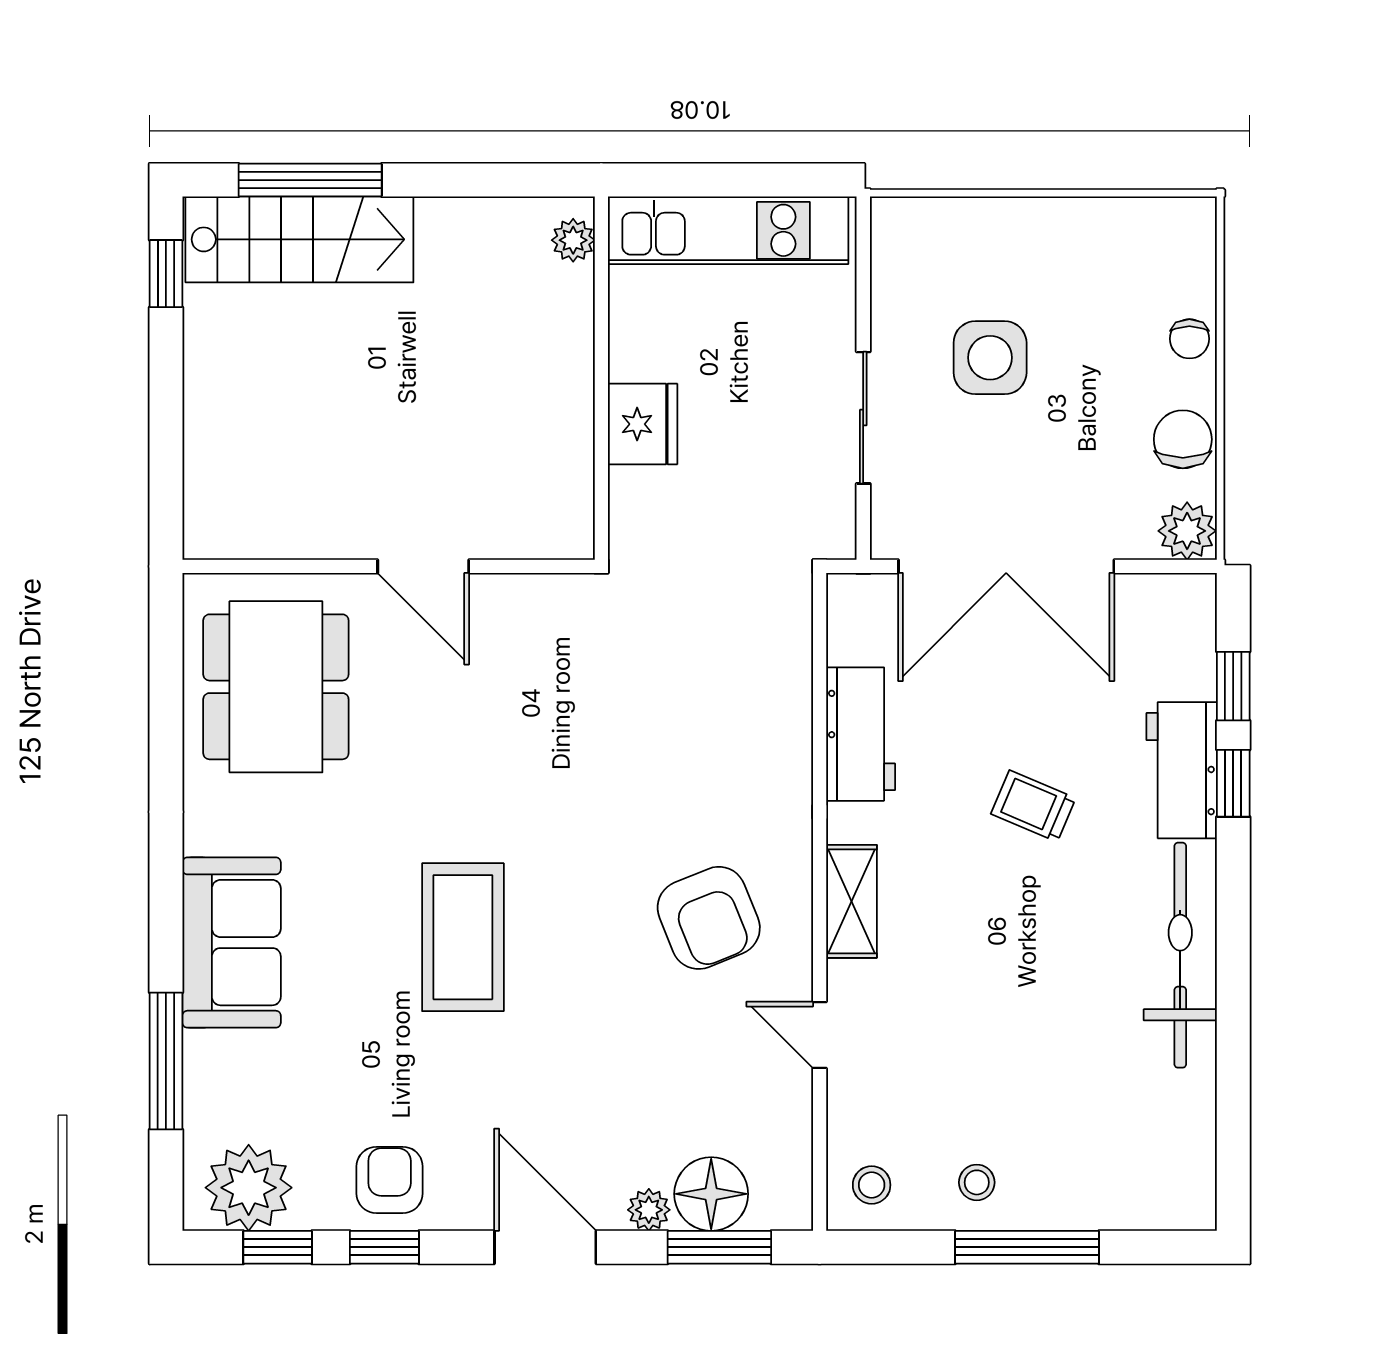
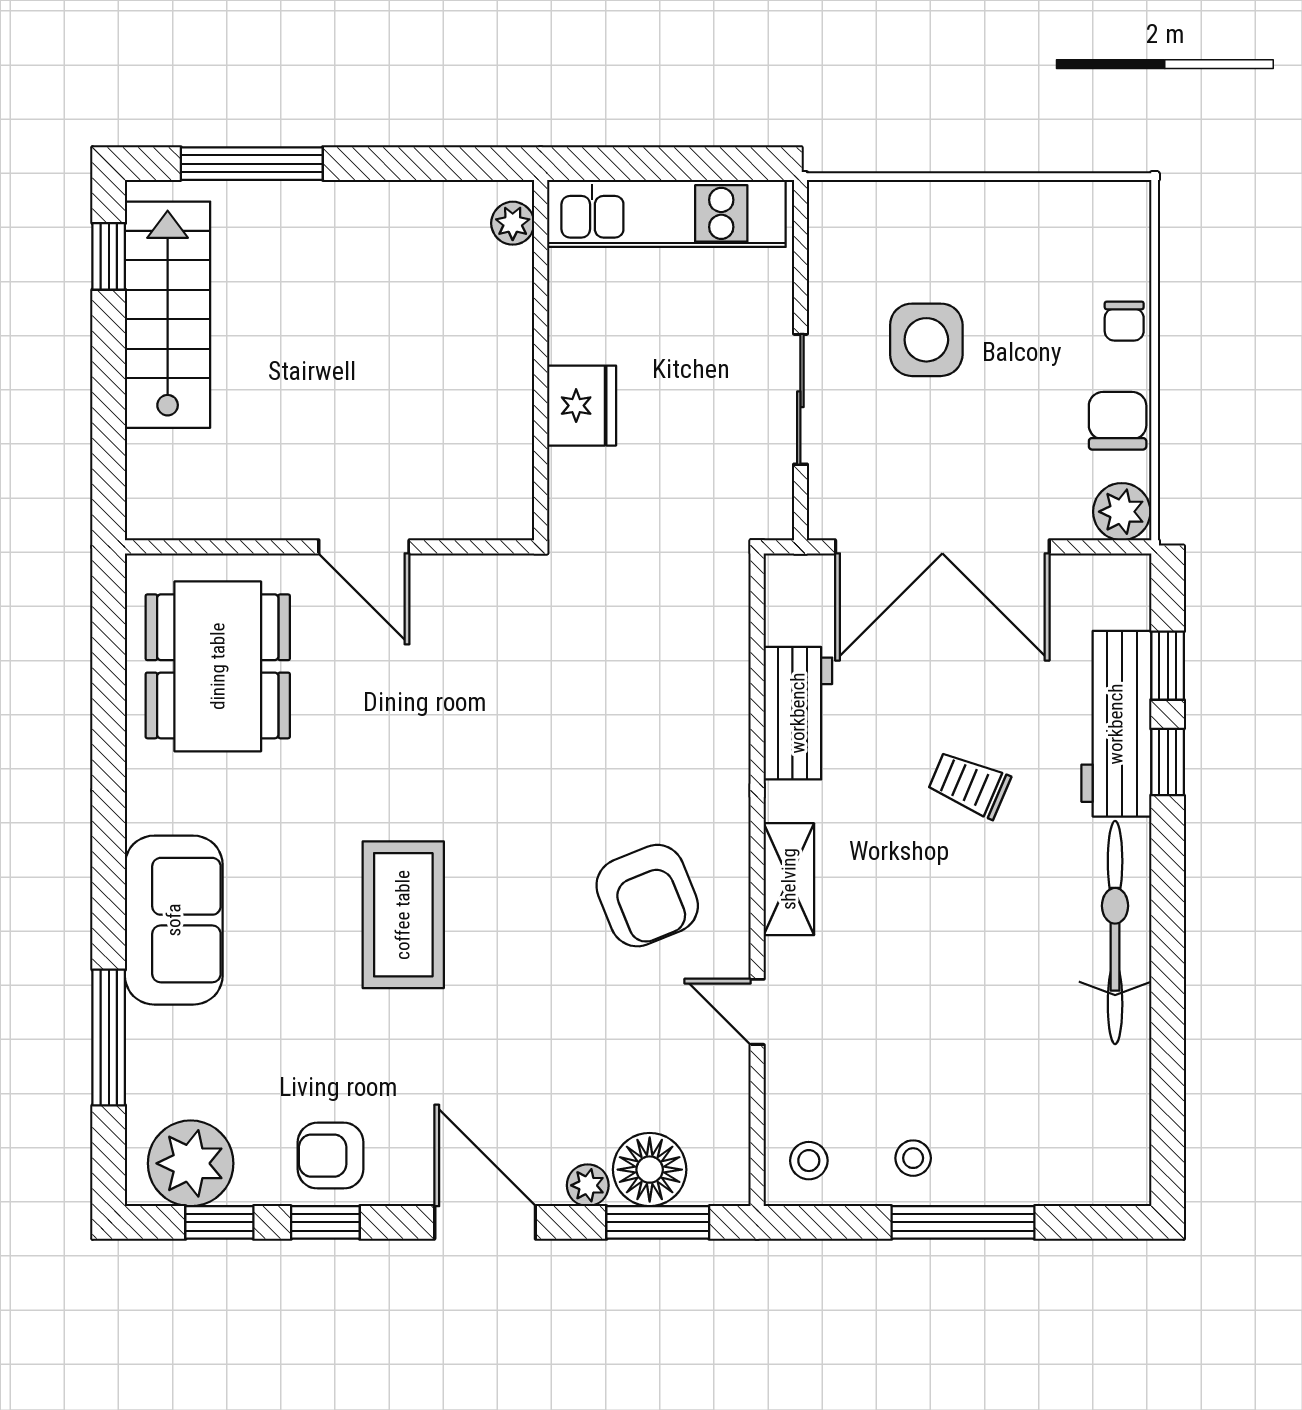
stairs: (299, 239) -> (168, 315), moved, turned -90
workbench: (1182, 770) -> (1116, 724), width x1.38
armchair: (390, 1180) -> (331, 1156), turned -90

